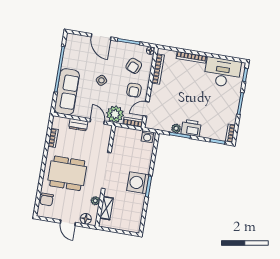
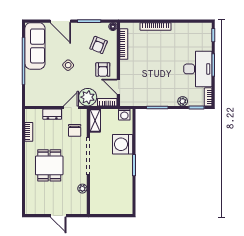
desk: (222, 72) -> (198, 69), moved, turned 90
sofa: (67, 92) -> (35, 46), moved
door: (146, 109) -> (118, 87), hinge flipped
door: (97, 121) -> (71, 108), hinge flipped
plant: (176, 128) -> (183, 101), moved
printer: (191, 128) -> (167, 98), removed
dining table: (67, 173) -> (49, 165), width x0.73
washing machine: (138, 183) -> (123, 144), moved
chair: (47, 199) -> (75, 130), moved
shelving: (107, 208) -> (95, 121), moved
floor lamp: (86, 219) -> (76, 209), removed

